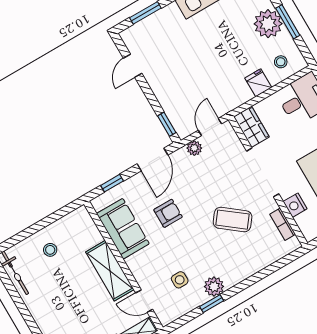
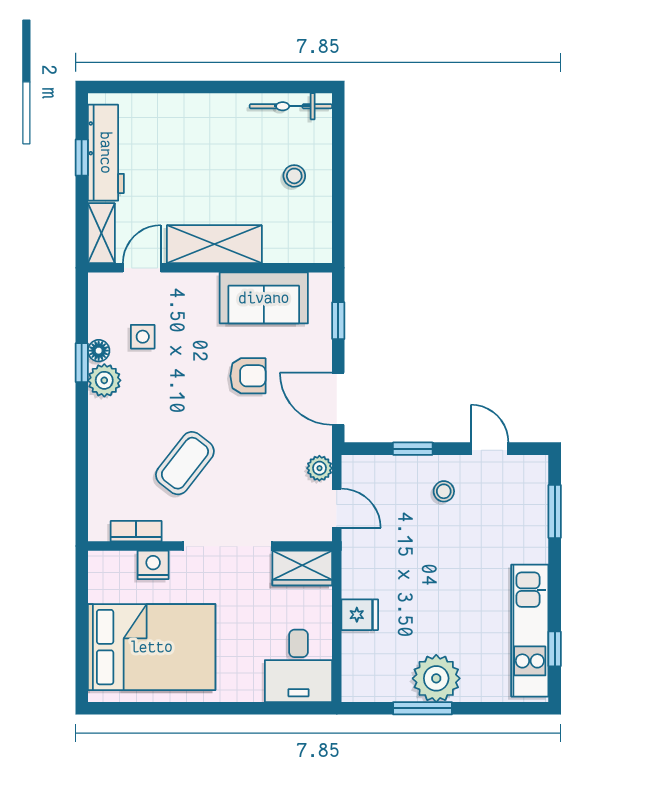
stool: (281, 62) -> (444, 491), moved
window: (167, 124) -> (413, 449), moved
armchair: (168, 213) -> (248, 376), turned -90
floor lamp: (200, 298) -> (99, 351), added

